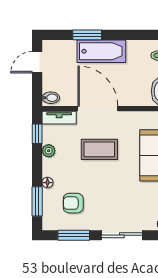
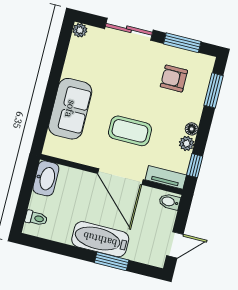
floor lamp: (47, 183) -> (192, 129), moved
armchair: (73, 203) -> (174, 79), turned 180

